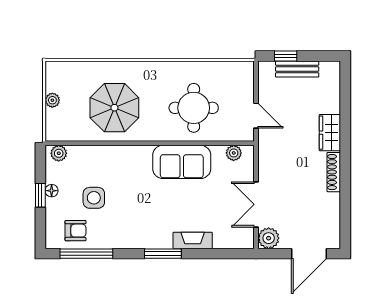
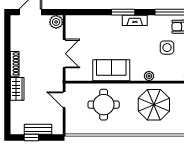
window: (286, 56) -> (31, 137), moved
plant: (234, 153) -> (149, 76), moved
double door: (256, 204) -> (64, 54), moved
fireplace: (193, 240) -> (135, 20), moved

